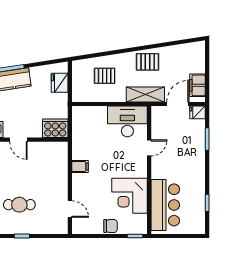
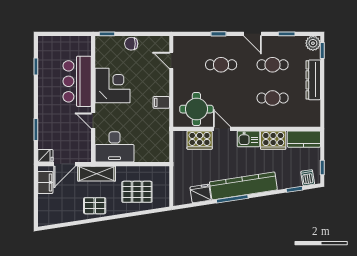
pallet: (105, 76) -> (137, 192), width x1.50, depth x1.42
fridge: (60, 83) -> (201, 194), moved, turned -99
cooker: (55, 128) -> (200, 140), moved
door: (149, 148) -> (93, 121), hinge flipped
round table: (44, 160) -> (196, 109), added
corner desk: (129, 196) -> (112, 86), moved
bar counter: (165, 205) -> (77, 81), moved

